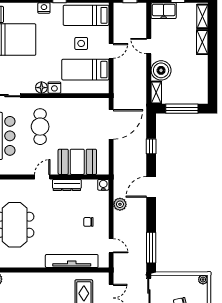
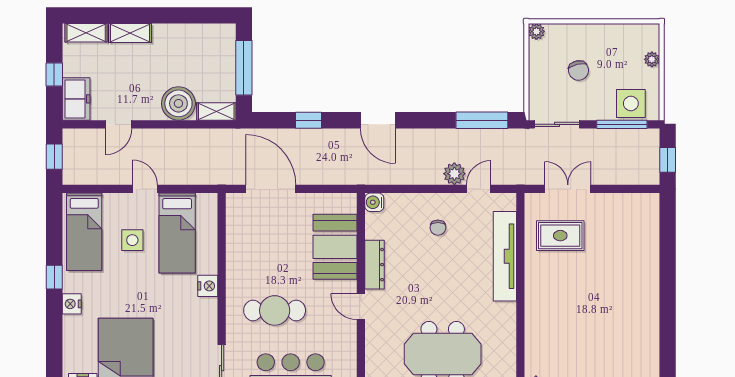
door: (149, 46) -> (118, 124), moved
floor lamp: (41, 88) -> (208, 308), removed
plant: (120, 204) -> (454, 174), moved

